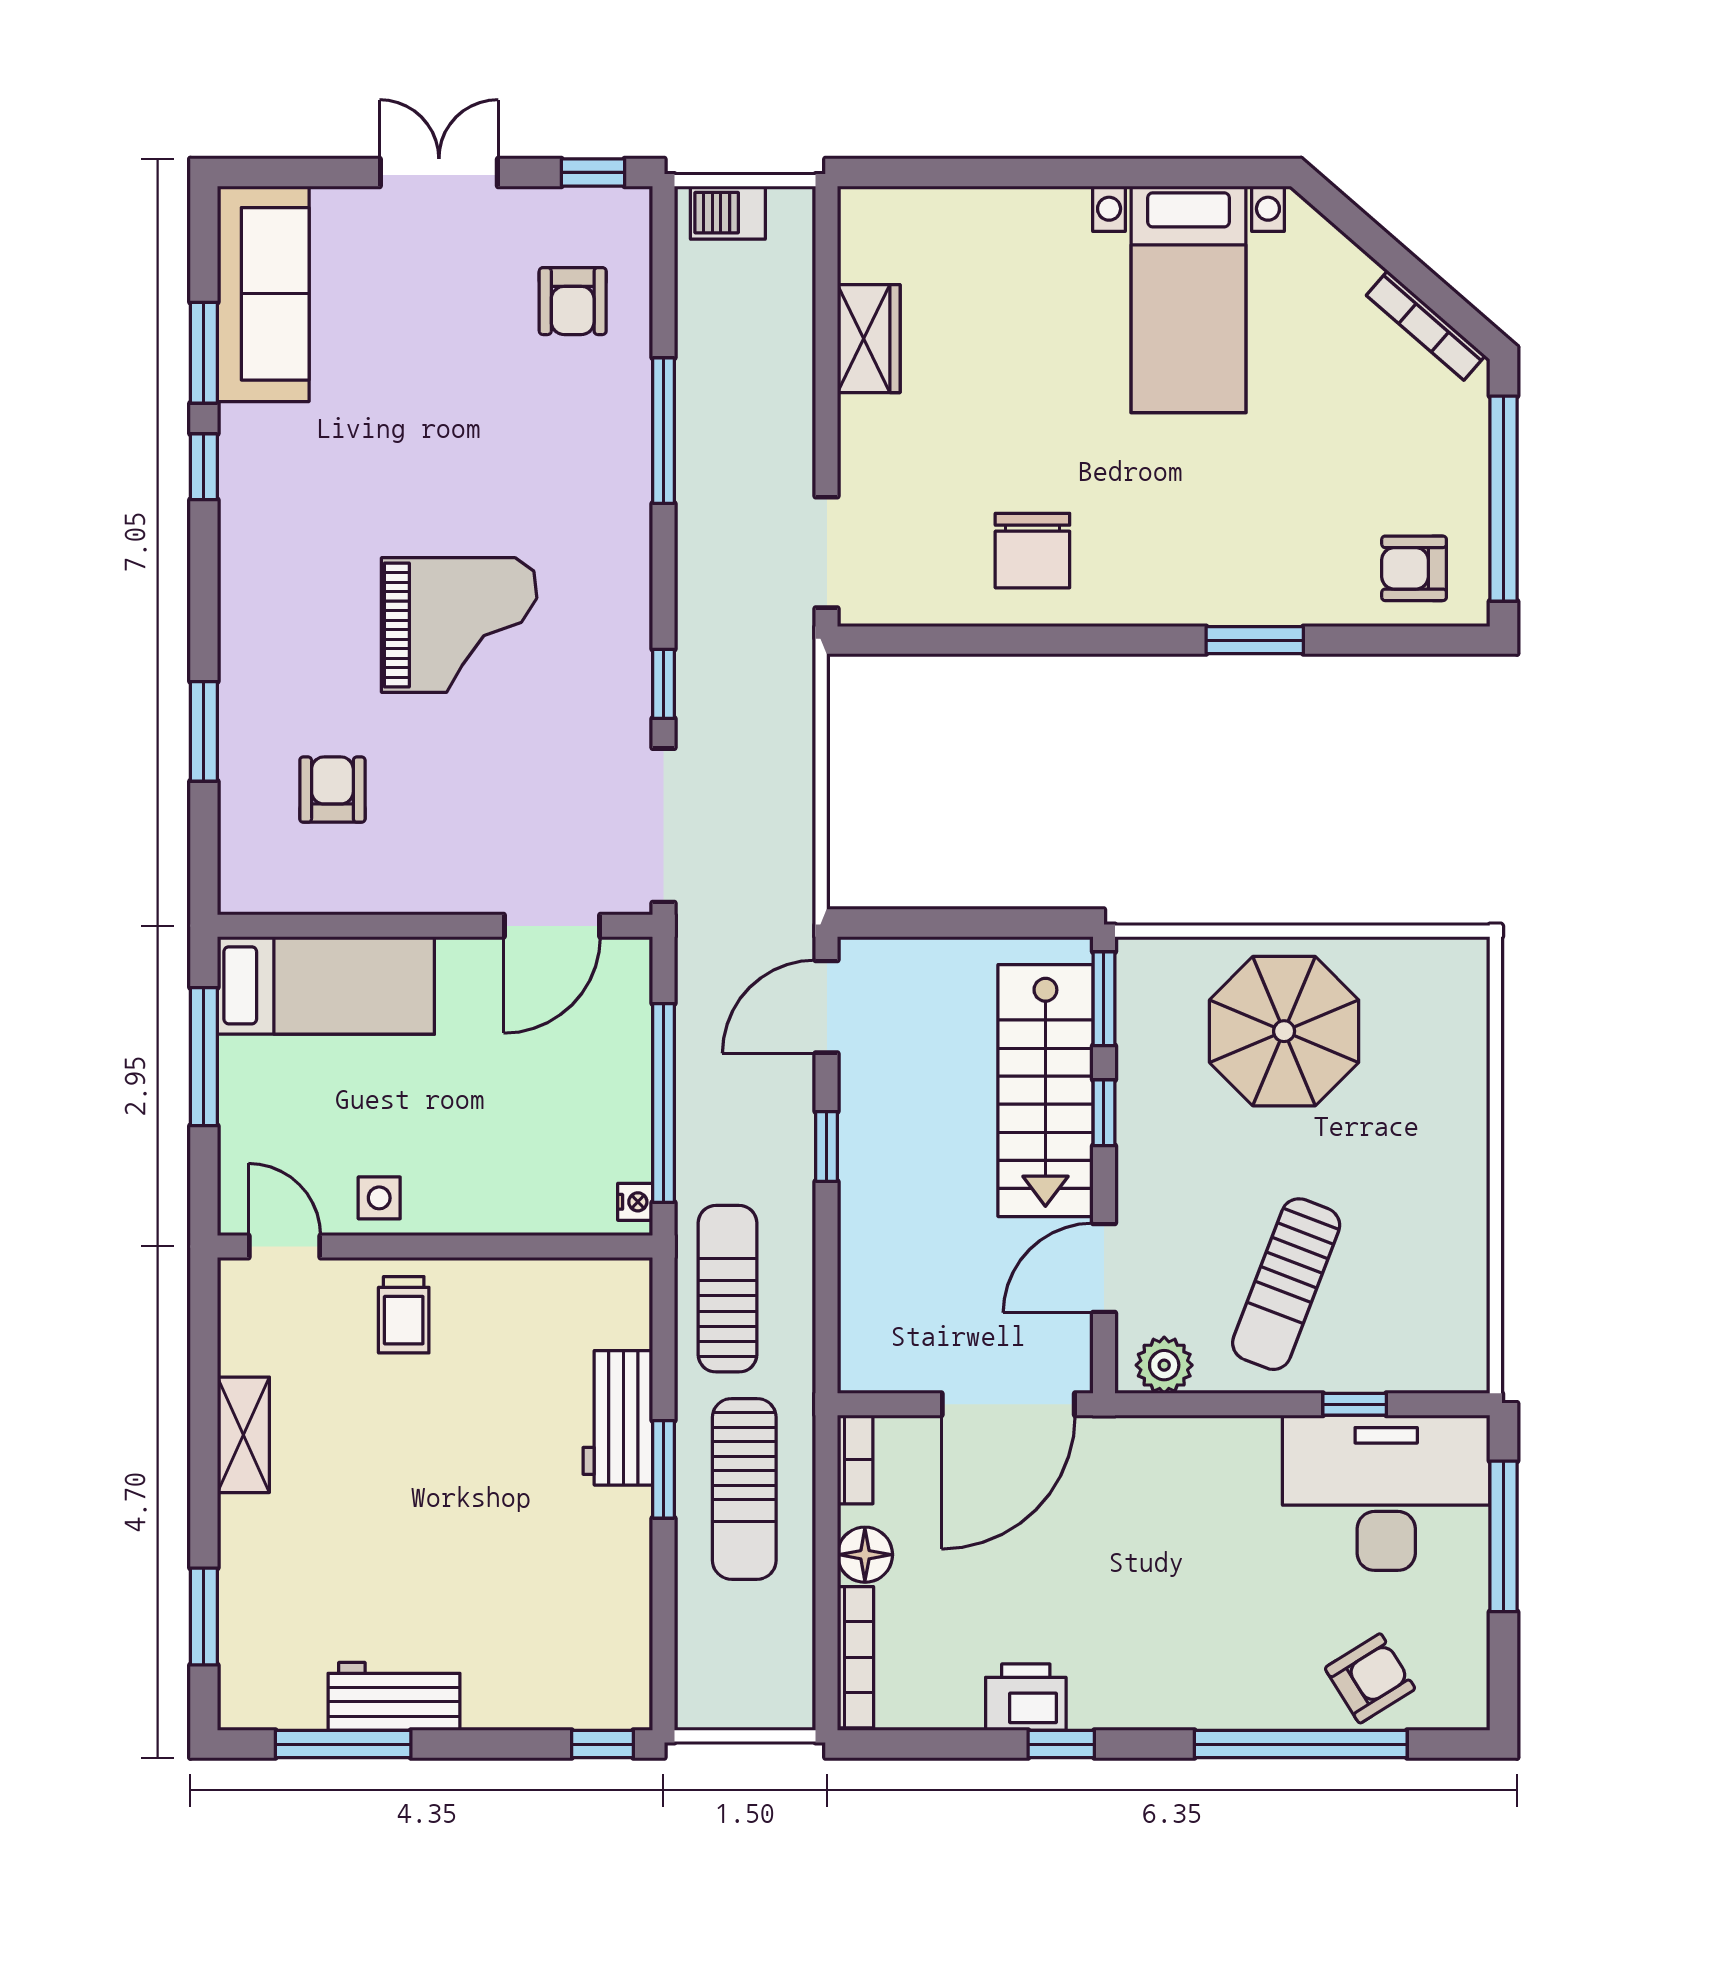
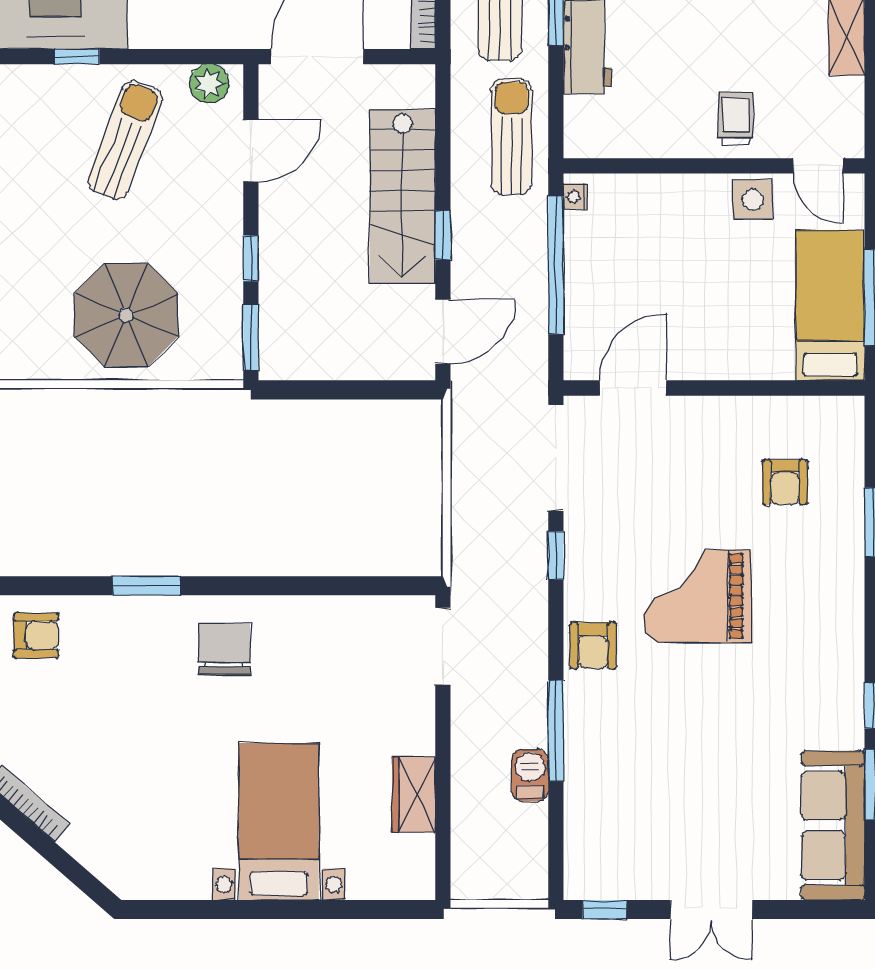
barbecue: (728, 213) -> (530, 775), moved, turned -90
bed with nightstands: (1188, 299) -> (279, 822), moved
armchair: (573, 301) -> (593, 646), moved, turned 180
chair: (1032, 551) -> (224, 649), moved
bed: (326, 985) -> (830, 305), moved, turned 90
stairs: (1045, 1091) -> (402, 197), moved, turned 180
side table: (379, 1198) -> (753, 199), width x1.37, depth x1.37
sun lounger: (728, 1289) -> (511, 137), turned 180

